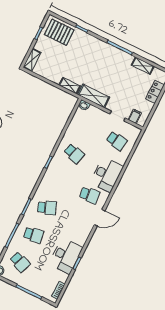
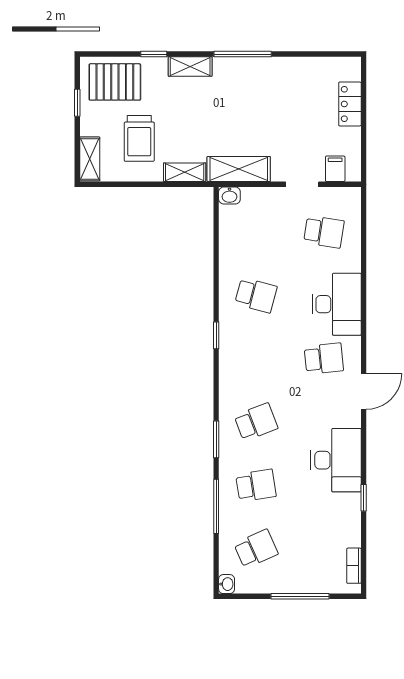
trolley: (58, 62) -> (139, 138), added
shelving: (143, 66) -> (190, 66), moved
desk: (66, 256) -> (336, 460), moved
school desk: (20, 262) -> (256, 549), turned -45

